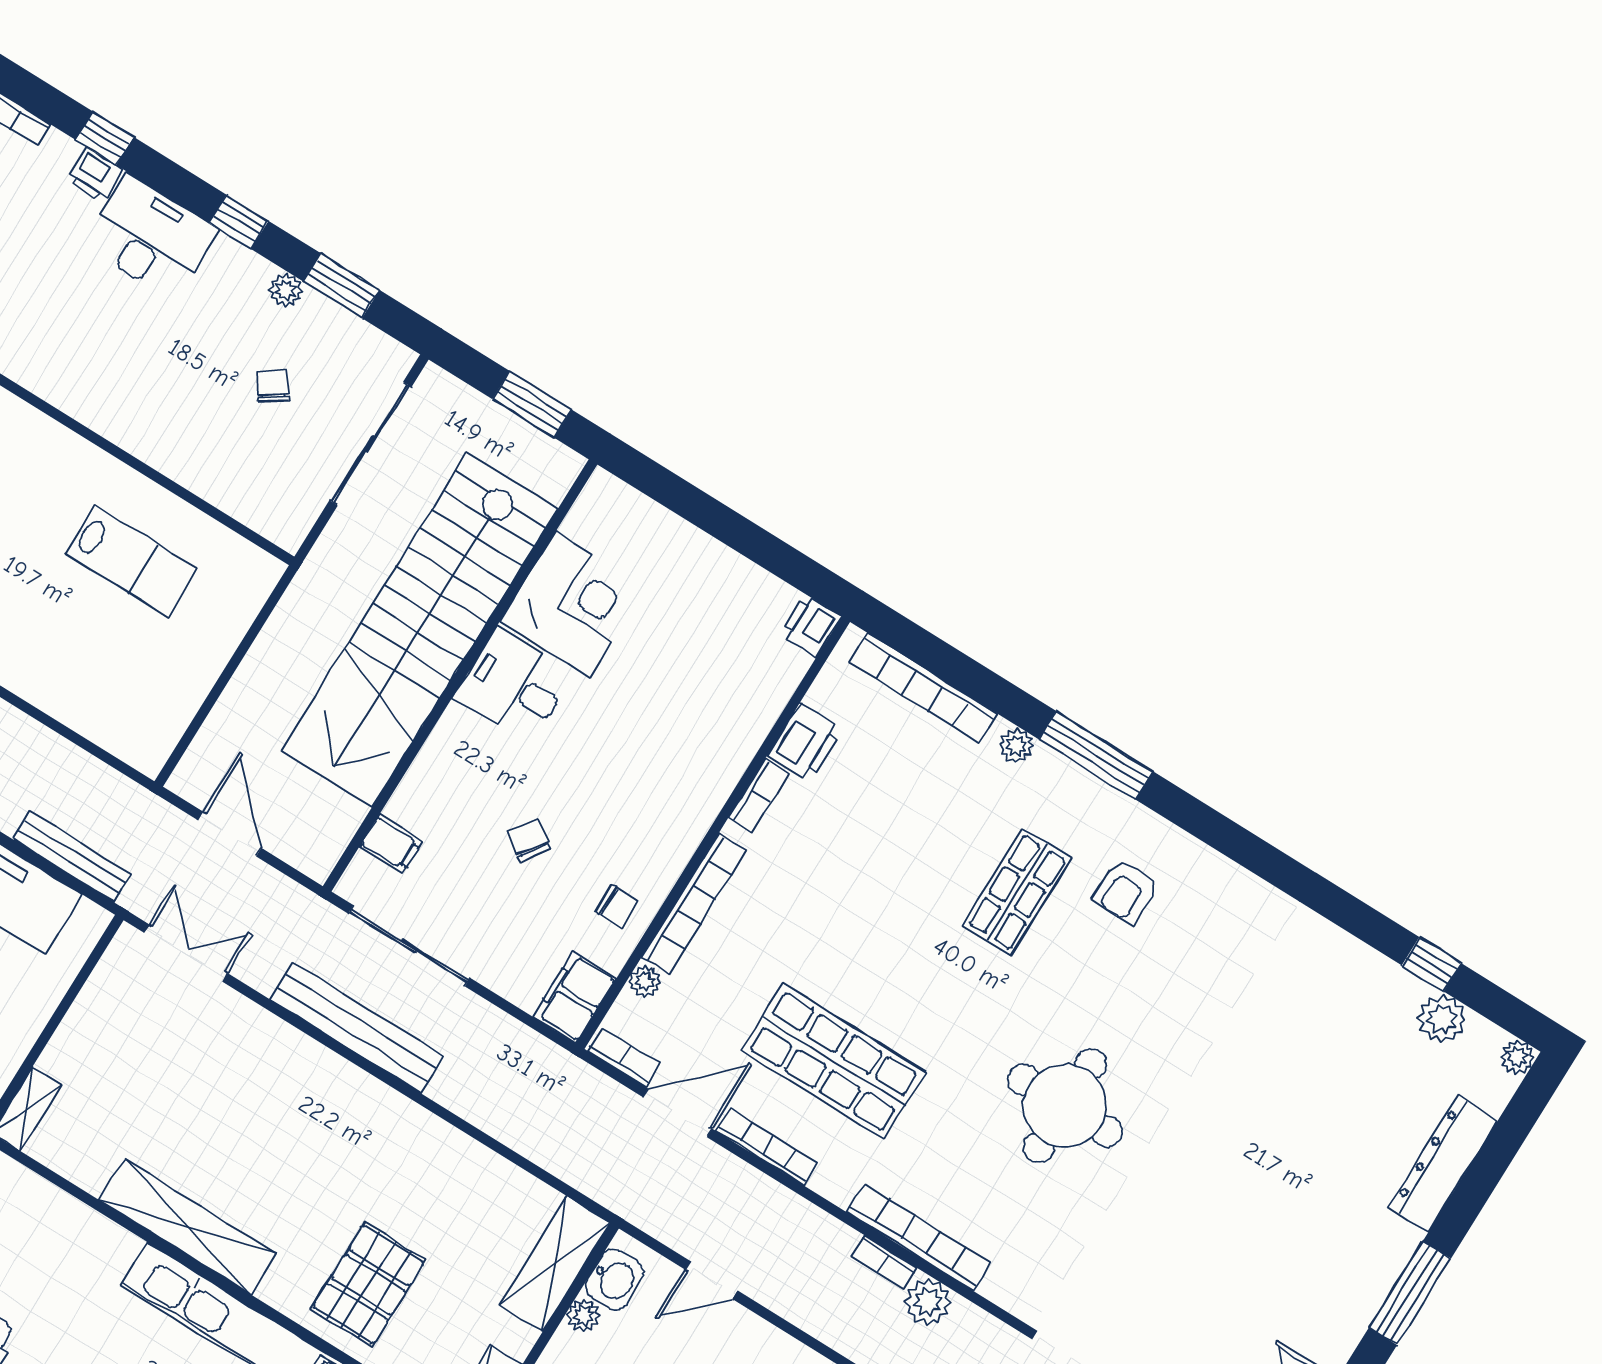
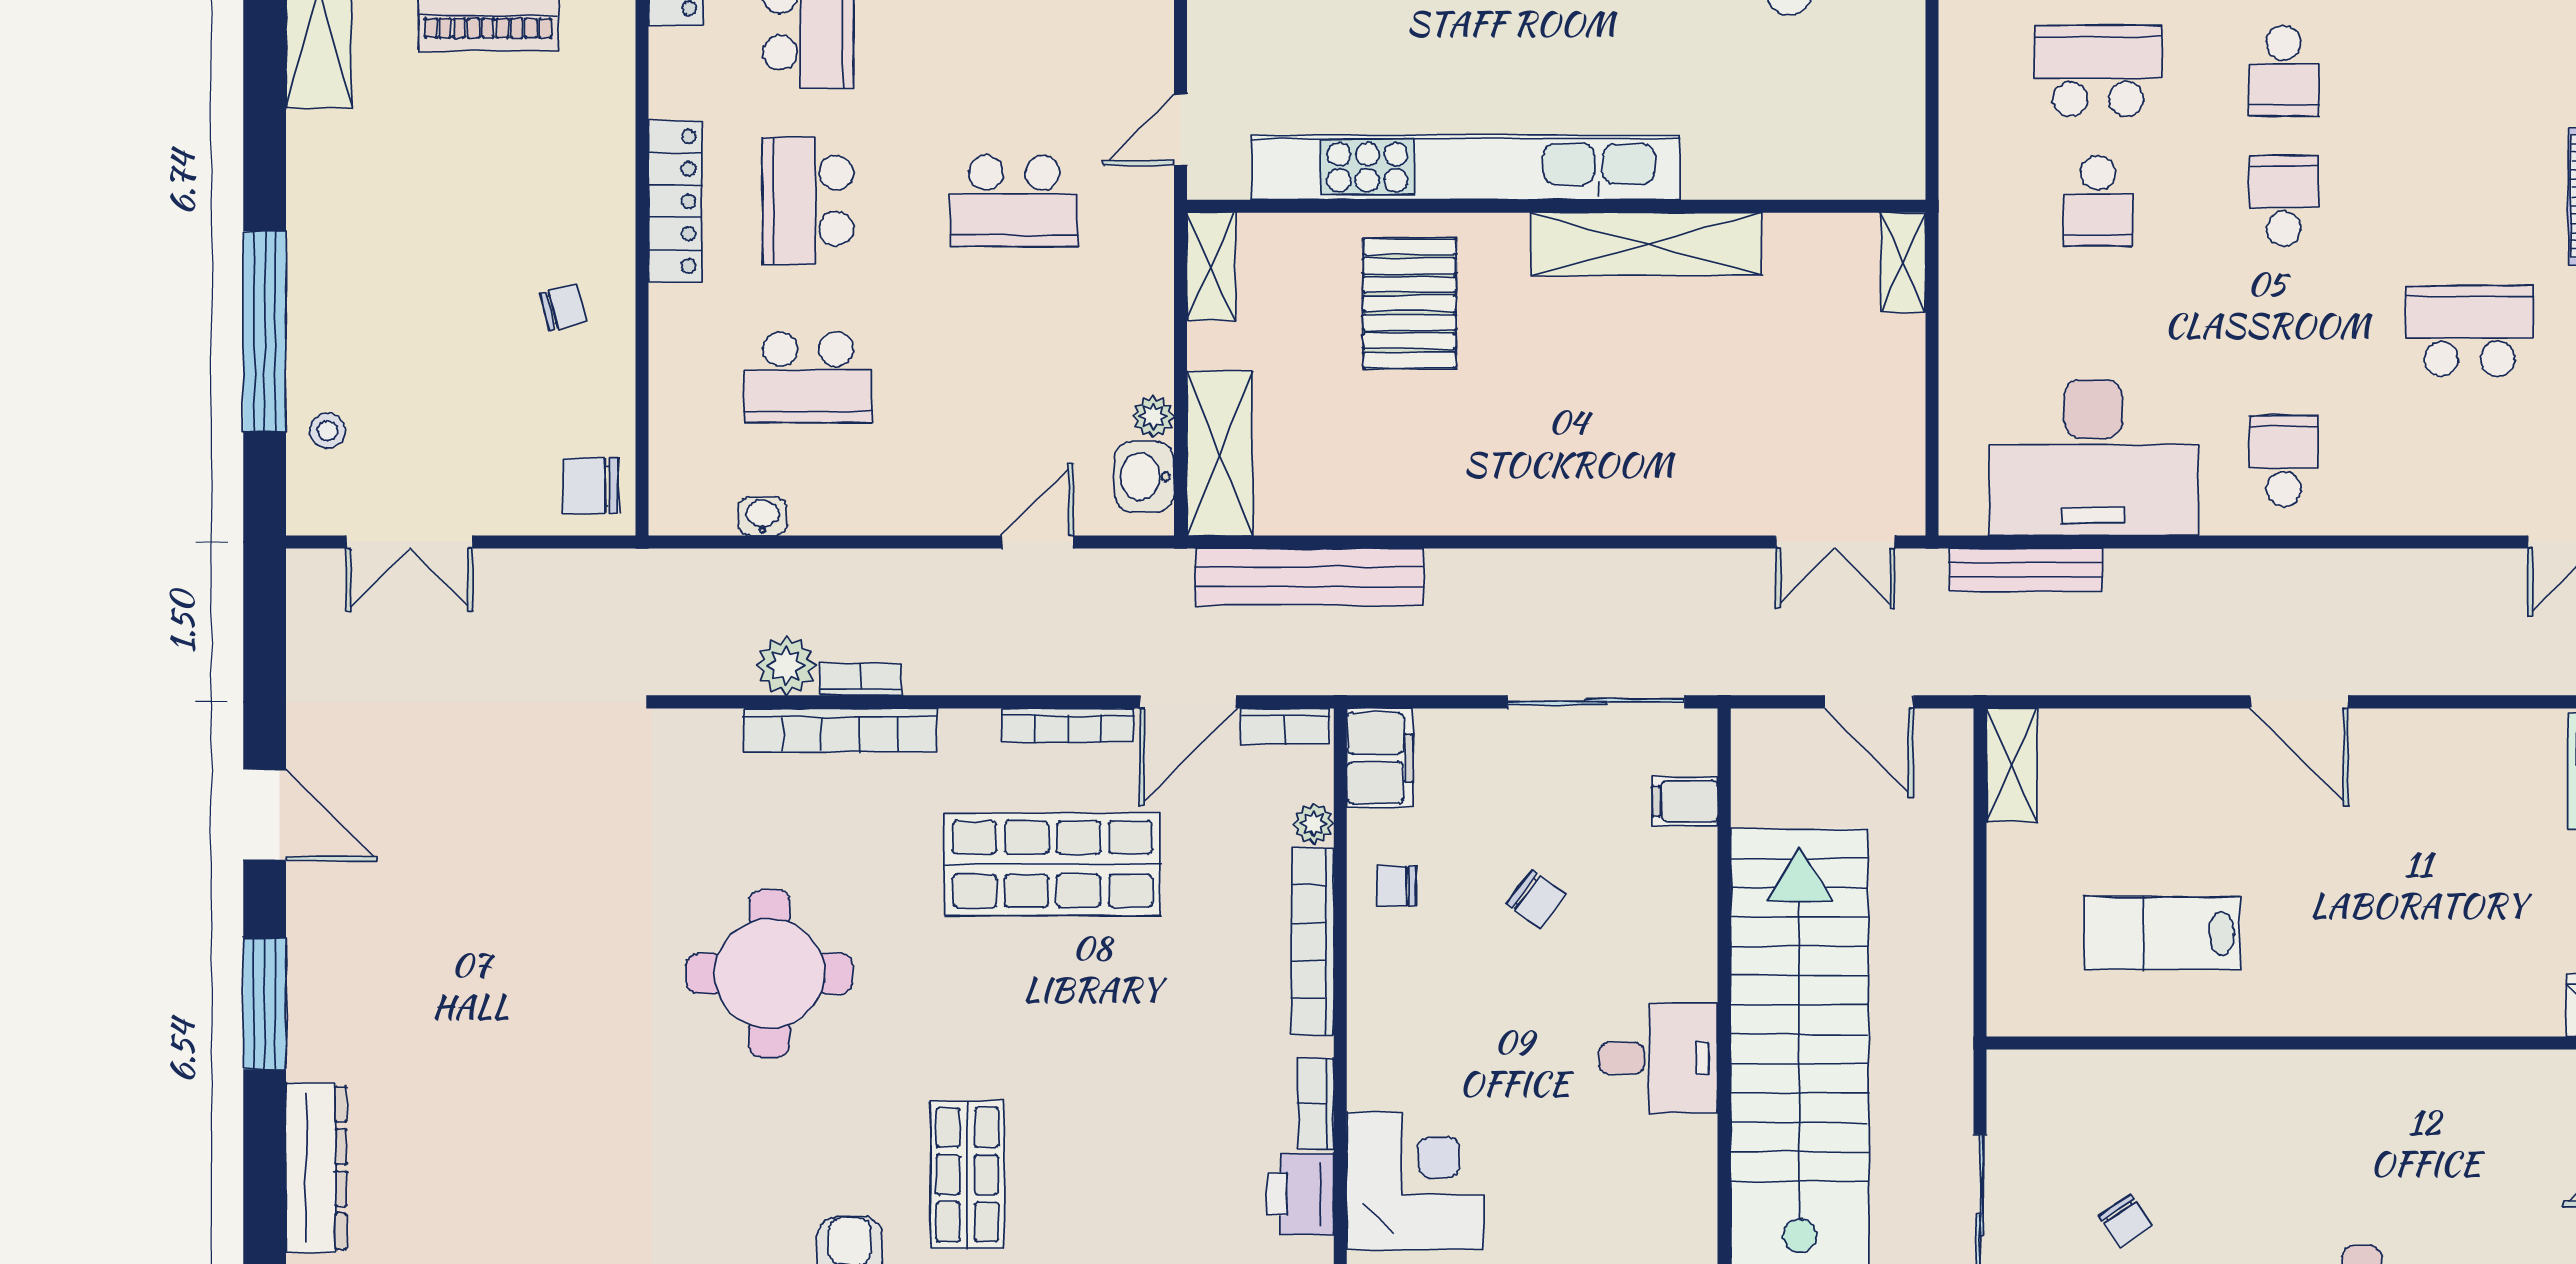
corner desk: (573, 605) -> (1415, 1181), moved, turned 180
shelving: (161, 734) -> (2012, 765), added
bench: (357, 1028) -> (1309, 577), moved

